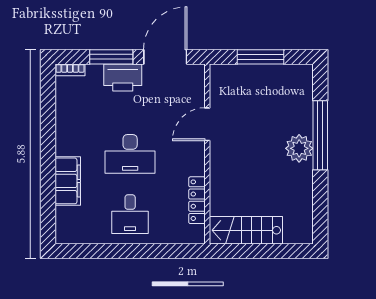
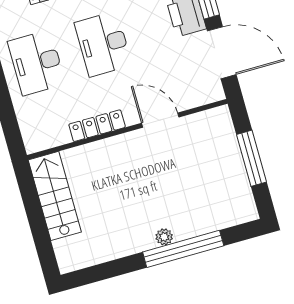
plant: (299, 148) -> (164, 237), width x0.53, depth x0.53
locker: (197, 200) -> (97, 126), moved
desk: (130, 214) -> (37, 63), width x1.37

